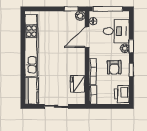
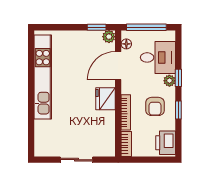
fridge: (78, 84) -> (106, 99), moved
kitchen counter: (32, 91) -> (43, 138), removed

